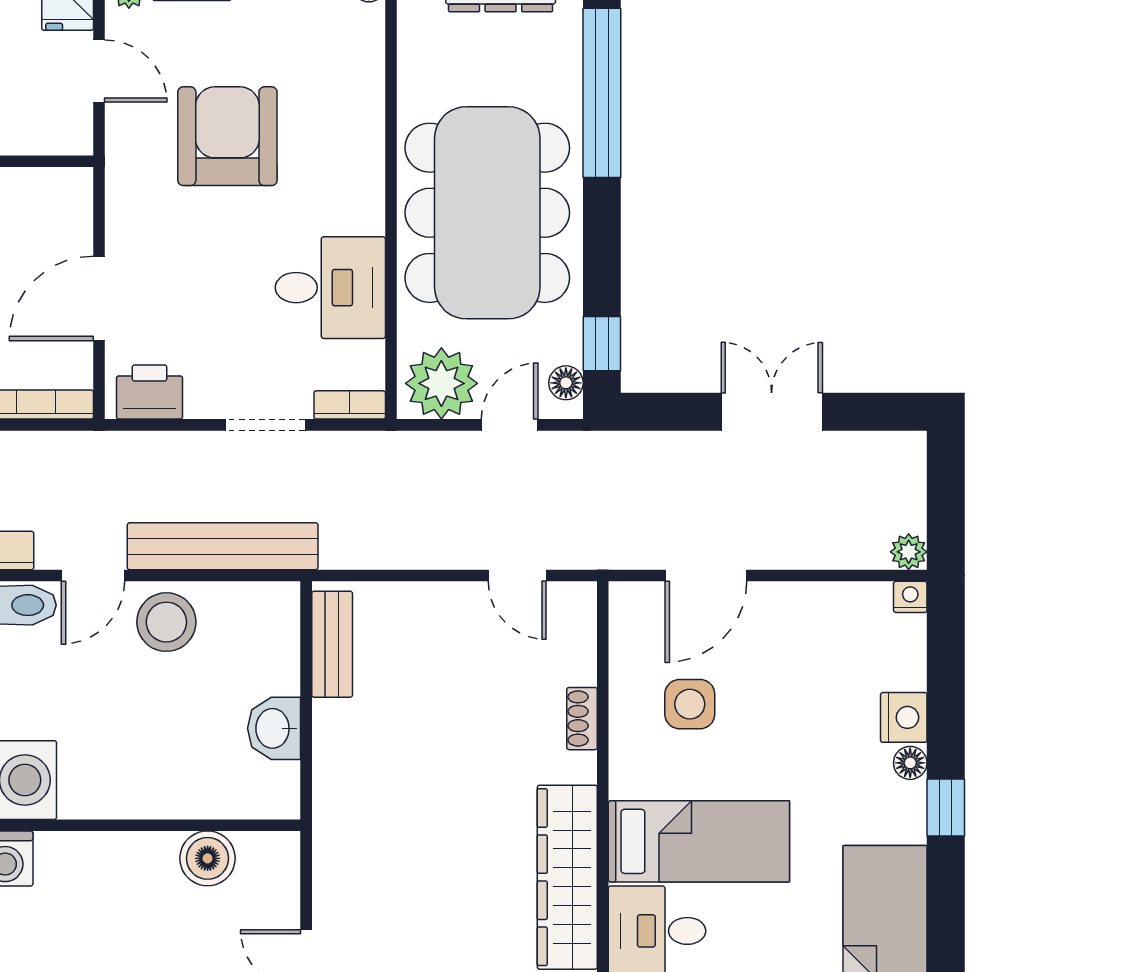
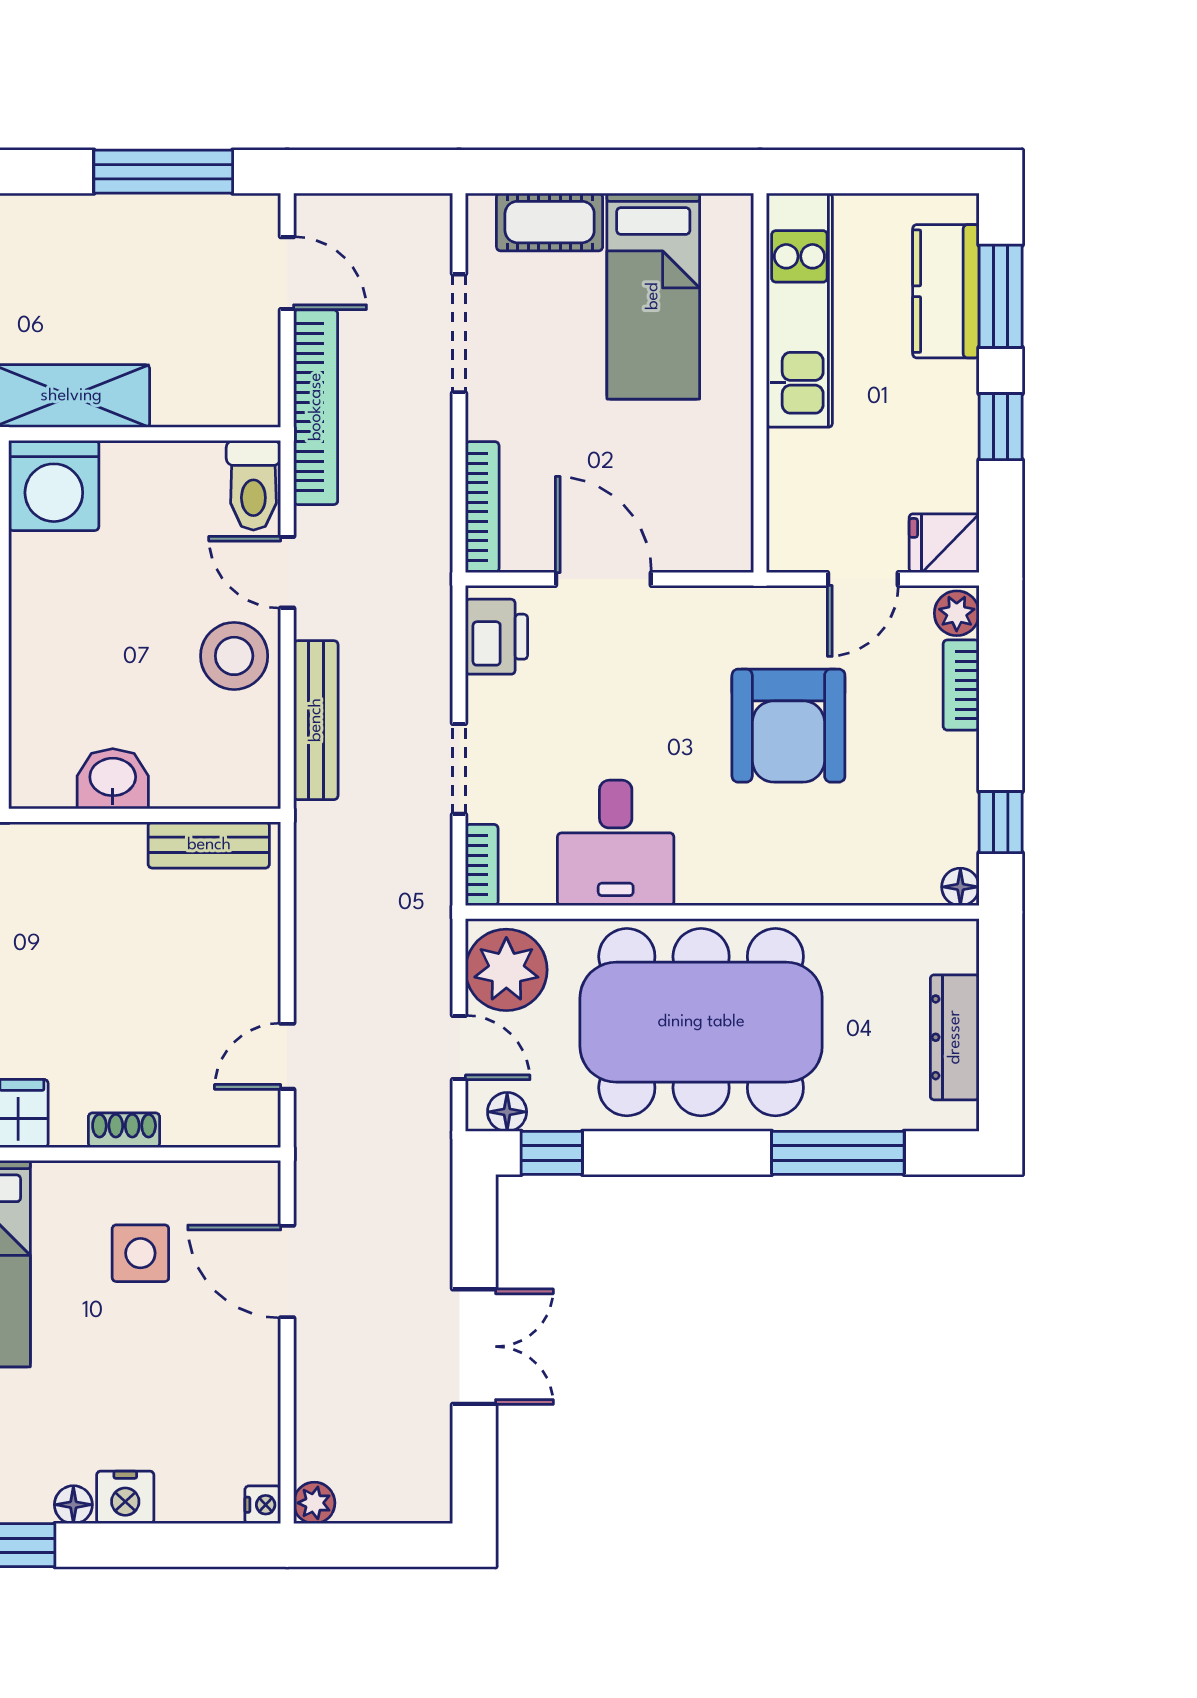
window: (602, 93) -> (838, 1153), width x0.68
armchair: (227, 136) -> (788, 726), turned 90
bench: (223, 546) -> (316, 720), width x0.73, depth x0.82

